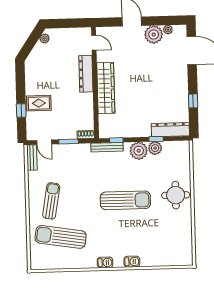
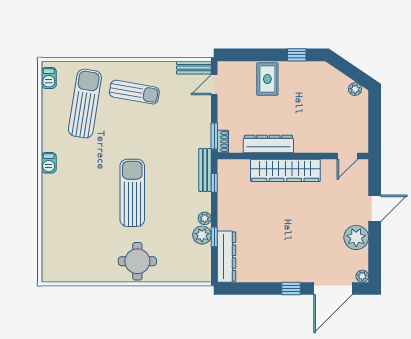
plant: (168, 30) -> (362, 276), moved
dresser: (86, 74) -> (268, 144), moved
window: (193, 101) -> (291, 289), moved
window: (21, 111) -> (297, 55), moved
window: (69, 142) -> (214, 136), moved
plant: (139, 151) -> (205, 218), width x0.53, depth x0.53
sun lounger: (125, 200) -> (132, 193), turned 180
barbecue: (132, 262) -> (49, 78), moved

